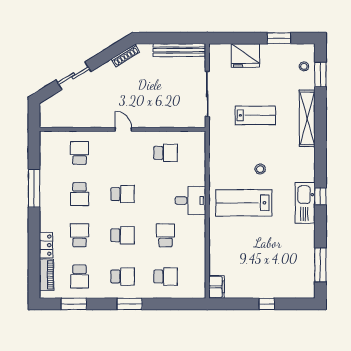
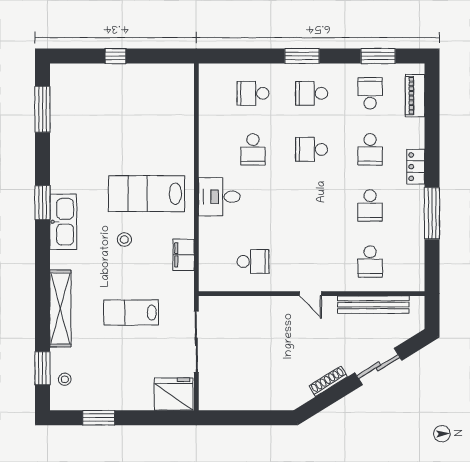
bench: (179, 50) -> (373, 305), moved
fridge: (245, 55) -> (174, 394), moved
shoe rack: (125, 56) -> (328, 381), moved
school desk: (166, 153) -> (253, 261), turned 180
school desk: (80, 194) -> (370, 205), turned 180
school desk: (123, 194) -> (312, 205), removed
window: (320, 196) -> (42, 203), width x1.50
lab bench: (244, 203) -> (147, 194), turned 180
kitchen sink: (305, 203) -> (63, 222), moved
locker: (46, 245) -> (416, 167), moved
filing cabinet: (217, 287) -> (184, 255), moved

